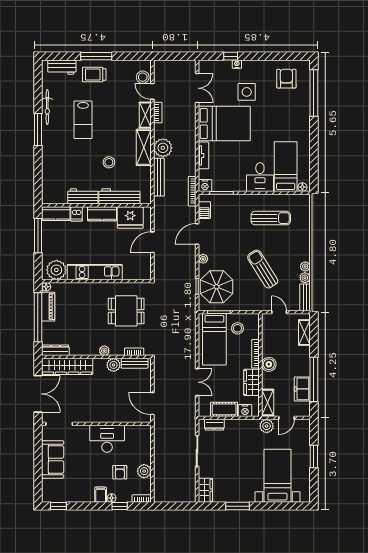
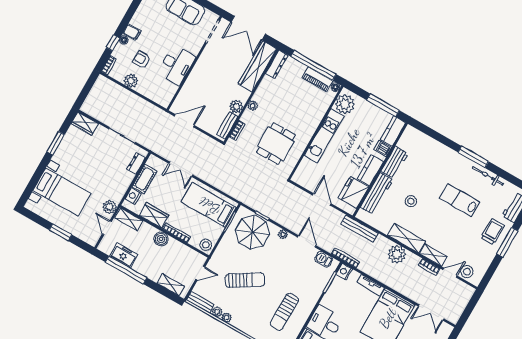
bench: (159, 177) -> (360, 228), moved
stool: (237, 328) -> (206, 245), moved

